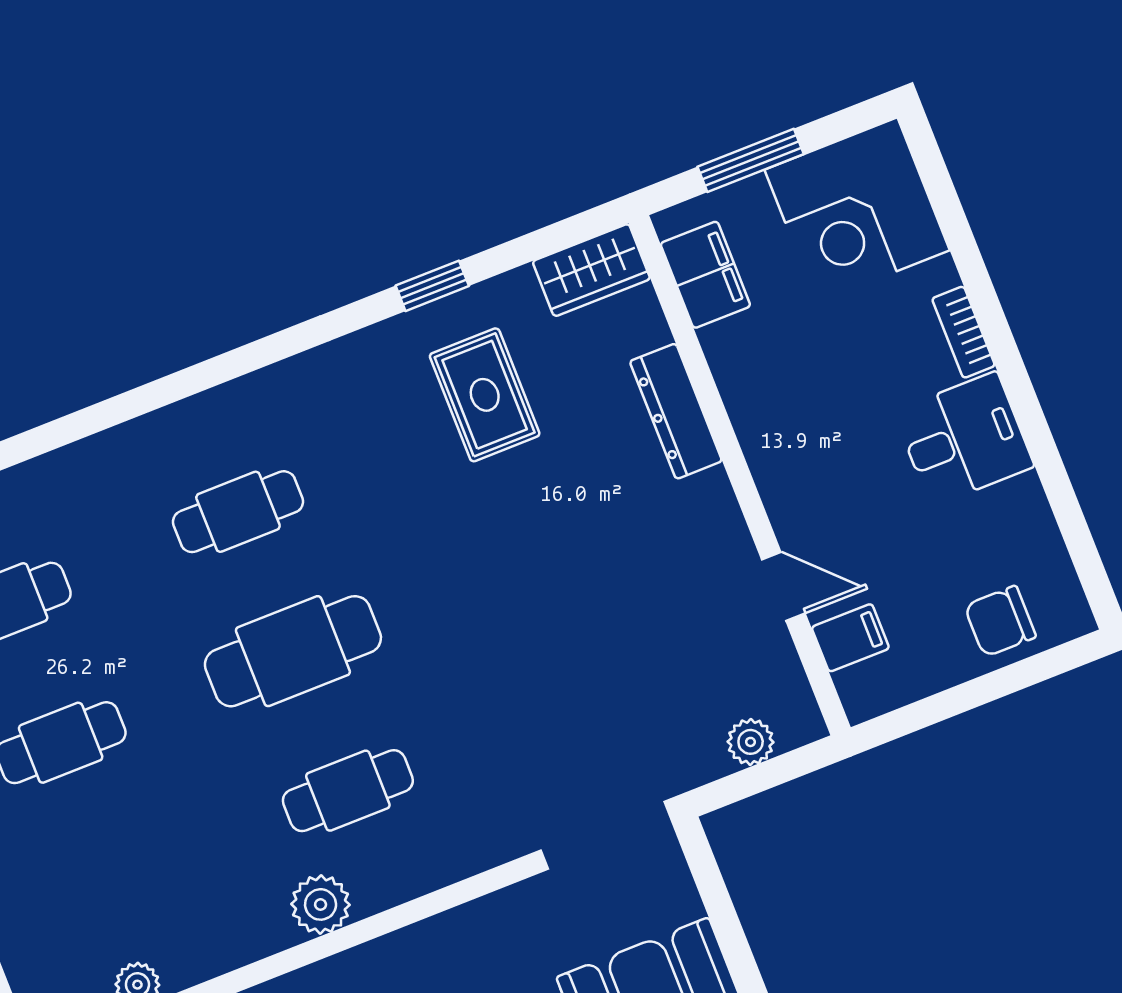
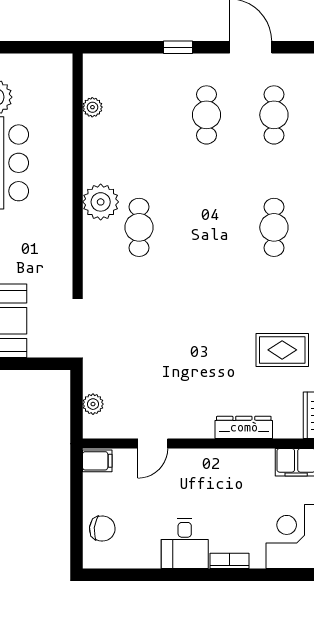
chair: (1000, 621) -> (102, 529), turned 96
filing cabinet: (850, 638) -> (97, 461), moved, turned -90
cafe table: (293, 651) -> (206, 227), removed
plant: (321, 904) -> (101, 202), width x1.36, depth x1.36

